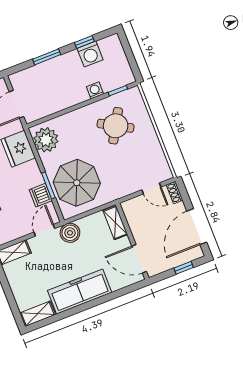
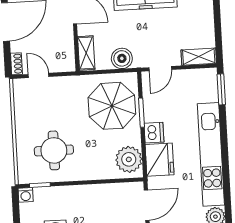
washing machine: (95, 90) -> (26, 195), moved
round table: (116, 126) -> (54, 150), turned -30
dishwasher: (41, 195) -> (154, 133), moved
boiler: (70, 233) -> (122, 58), moved

